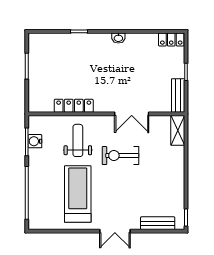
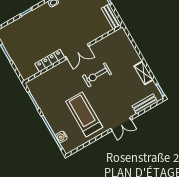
double door: (132, 114) -> (77, 52), moved
shelving: (178, 130) -> (144, 73), moved
weight bench: (78, 140) -> (65, 81), removed
water cooler: (35, 141) -> (61, 137), moved

